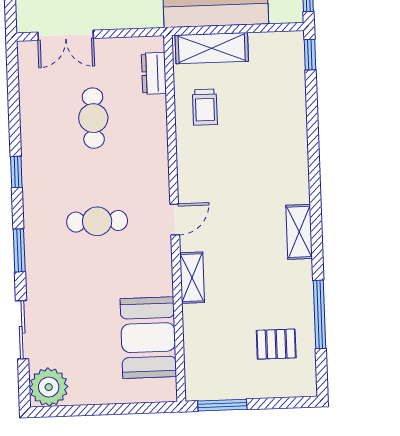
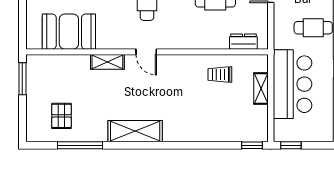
shelving: (212, 48) -> (261, 88), width x0.67, depth x0.75
shelving: (299, 232) -> (135, 131), width x1.50, depth x1.33

